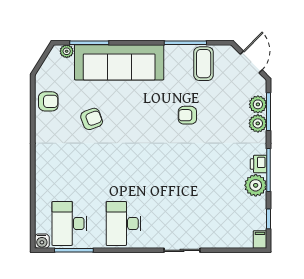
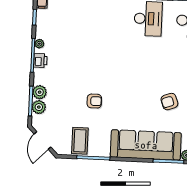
plant: (256, 185) -> (39, 44), width x0.53, depth x0.53

